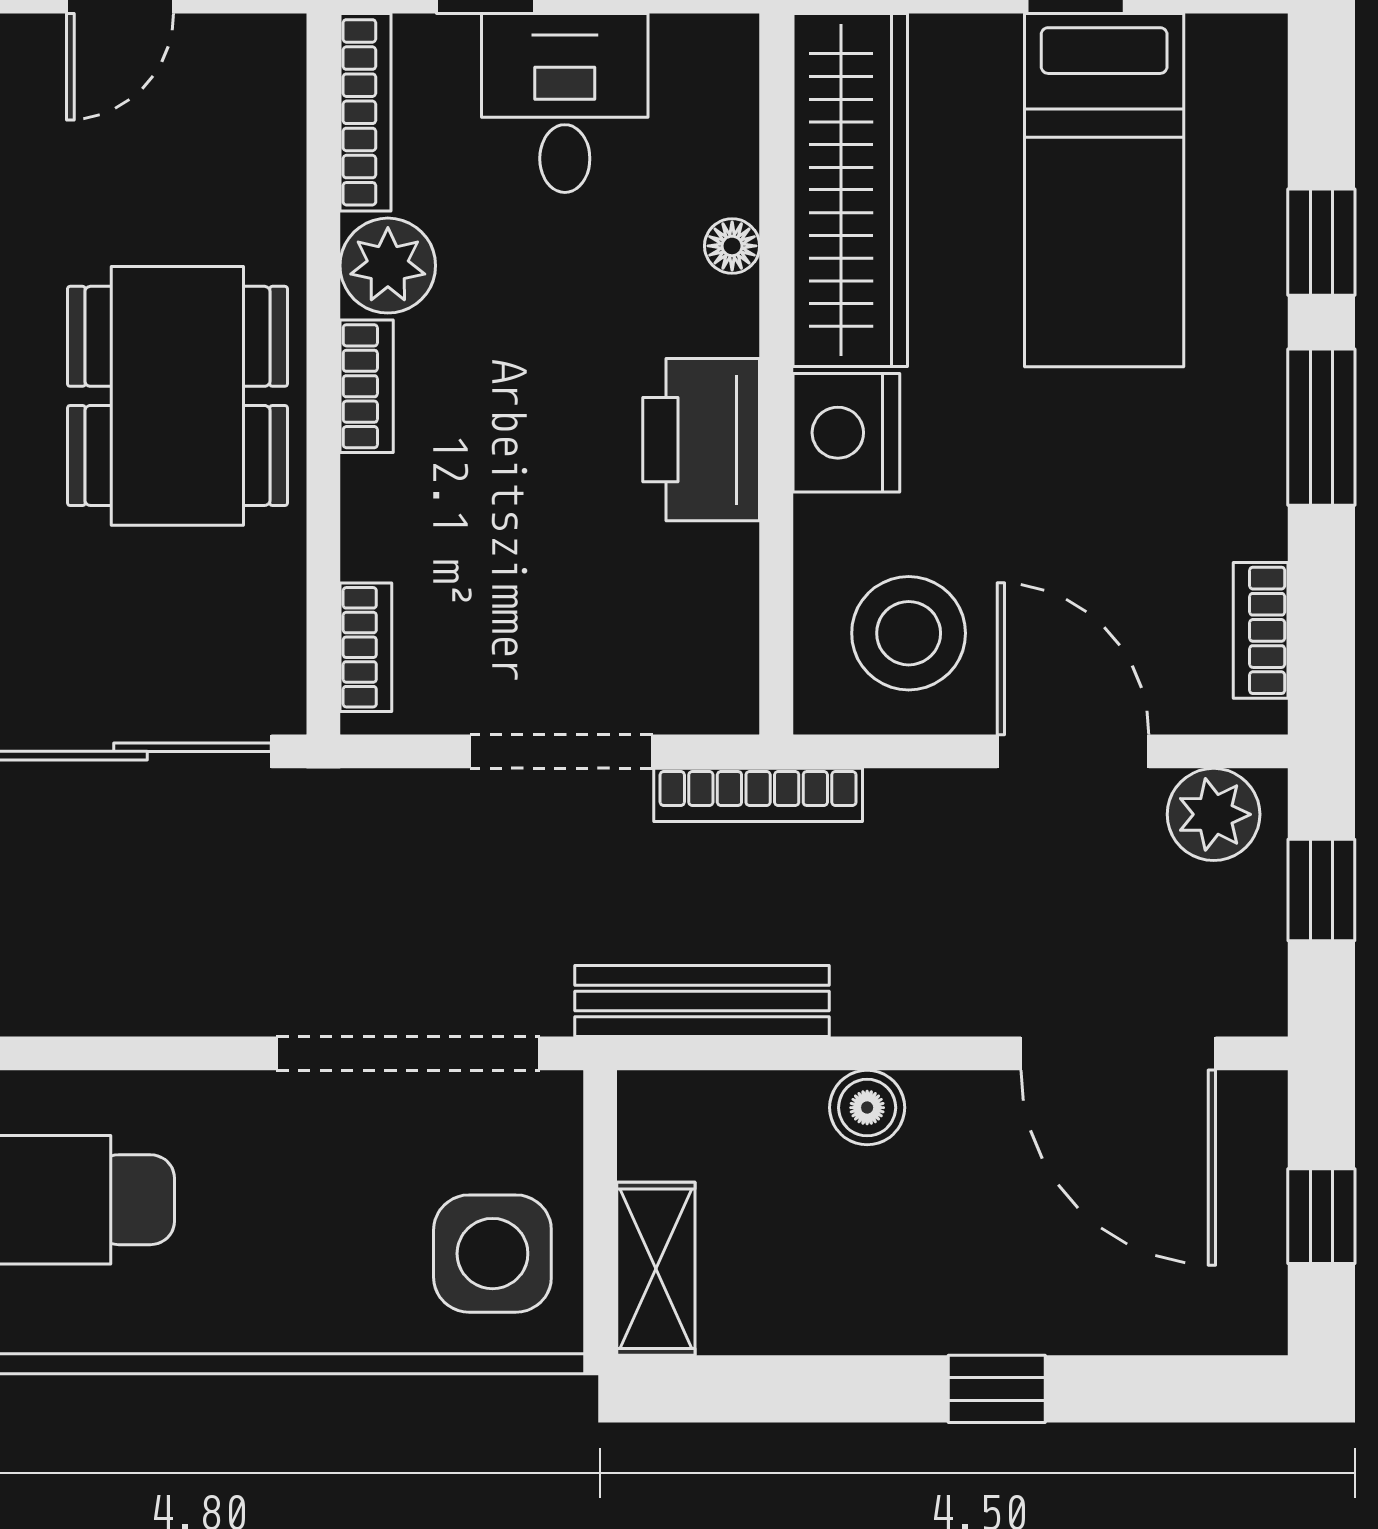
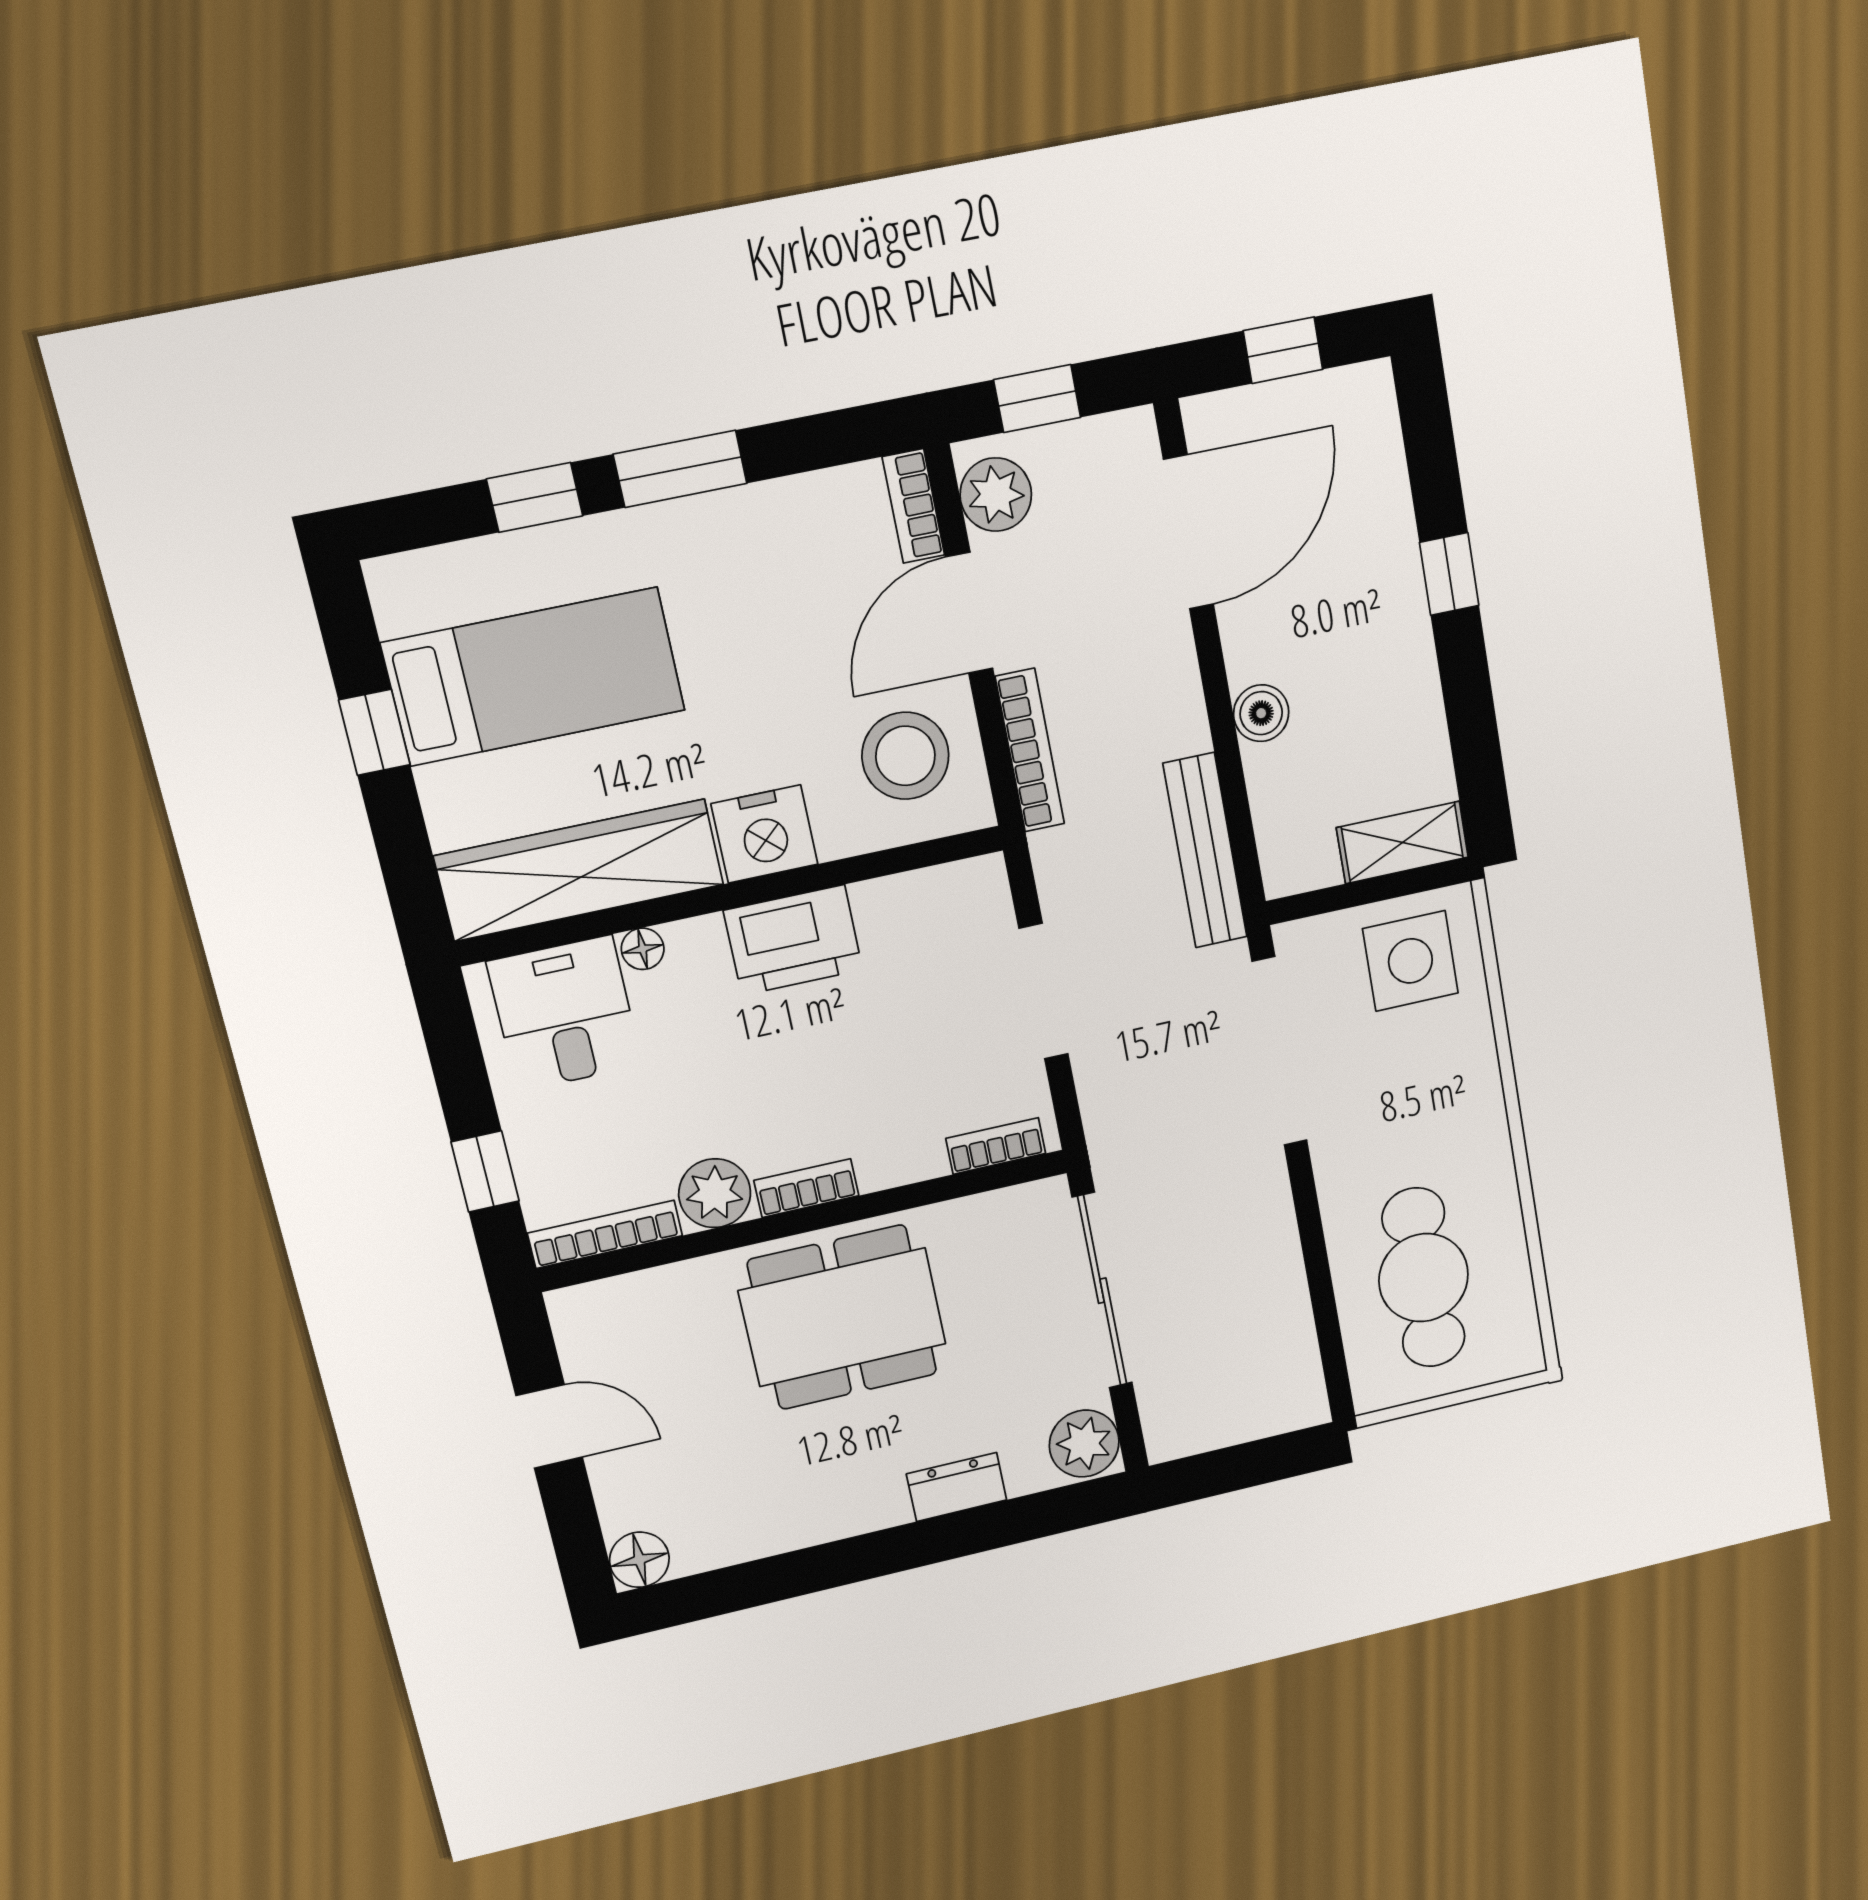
desk: (565, 103) -> (565, 1014), moved, turned 90
bookcase: (1261, 630) -> (913, 506), moved, turned 90
bookcase: (758, 795) -> (1030, 750), moved

